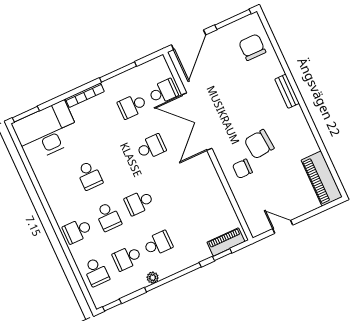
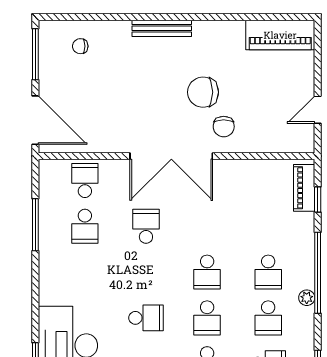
chair: (252, 47) -> (80, 46), width x0.54, depth x0.54
bench: (287, 91) -> (162, 28), width x1.36
bookcase: (85, 95) -> (45, 278), removed
double door: (197, 122) -> (171, 156), moved
chair: (259, 144) -> (203, 92), turned 95
school desk: (108, 217) -> (207, 318), turned 90
school desk: (158, 244) -> (268, 272), turned 180

